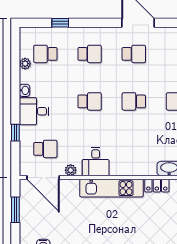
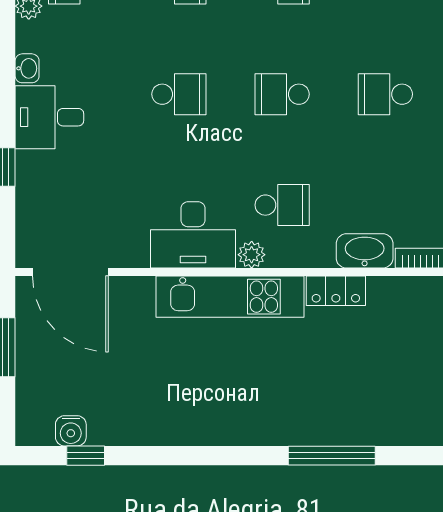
school desk: (45, 149) -> (282, 205), moved
desk: (96, 162) -> (193, 235), width x1.37
plant: (71, 170) -> (252, 255), moved

